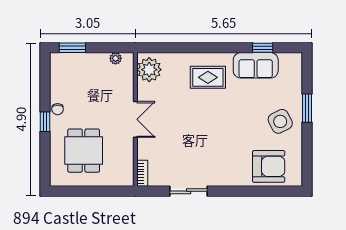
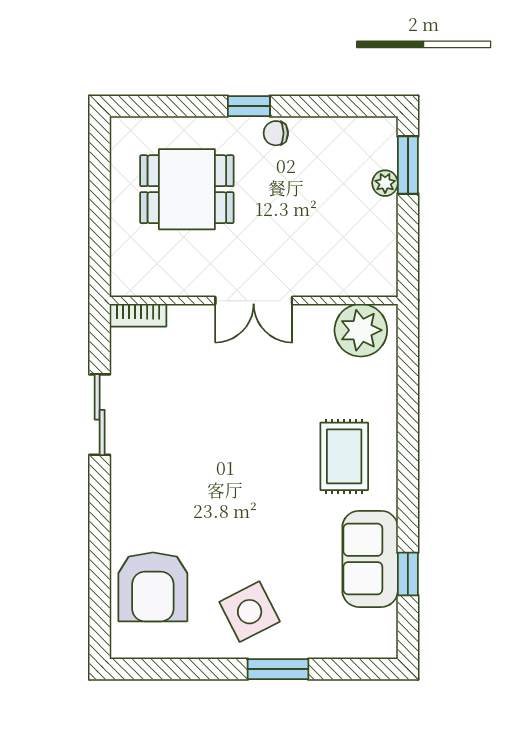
plant: (116, 58) -> (385, 183), moved

